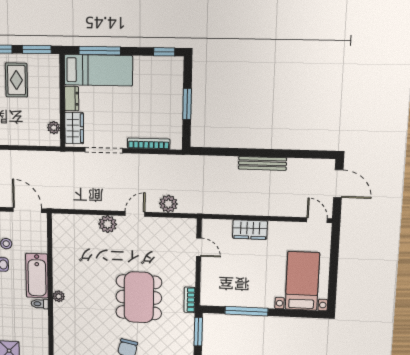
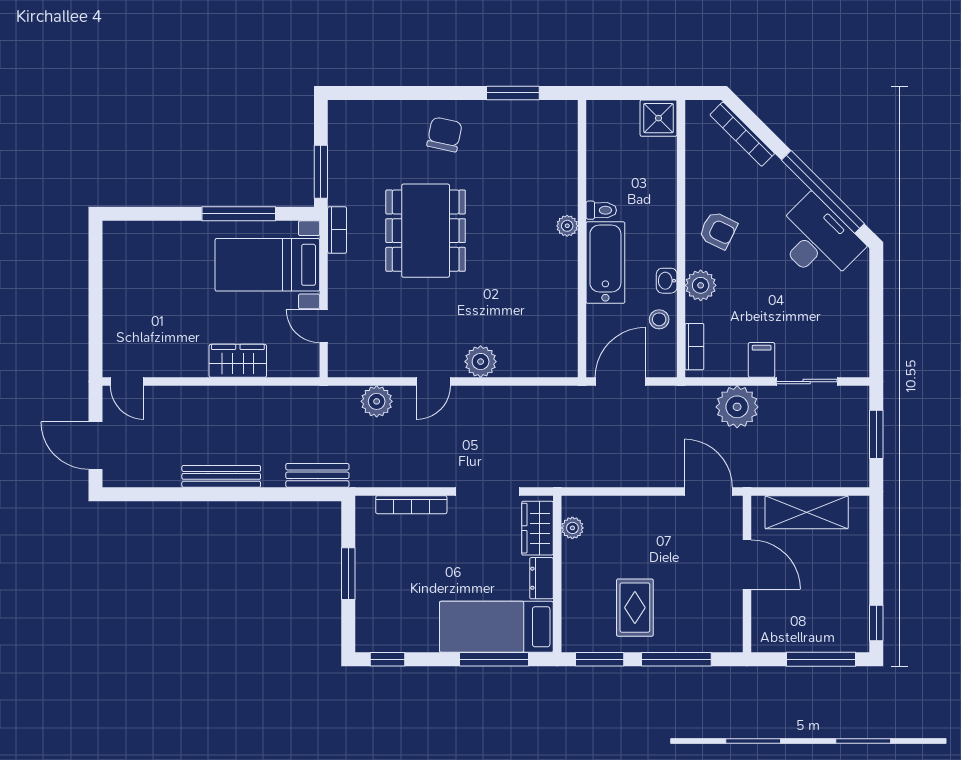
bench: (204, 162) -> (317, 475), added
door: (27, 210) -> (620, 382), swing flipped
bed with nightstands: (302, 281) -> (267, 265), moved, turned 90

